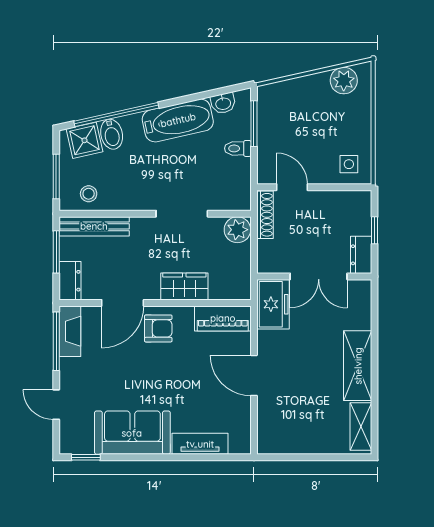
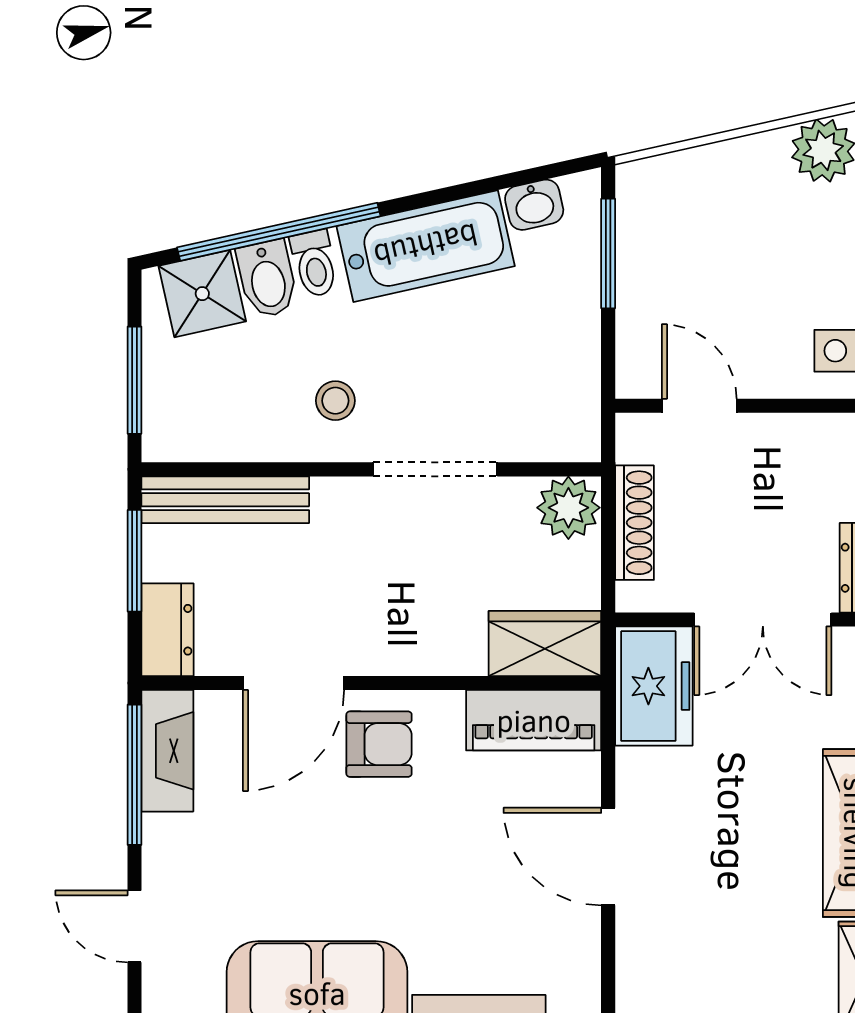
toilet: (238, 148) -> (314, 264), moved, turned -103
stool: (89, 194) -> (335, 401), moved
shoe rack: (265, 215) -> (634, 523), moved
wardrobe: (184, 286) -> (545, 644), moved

